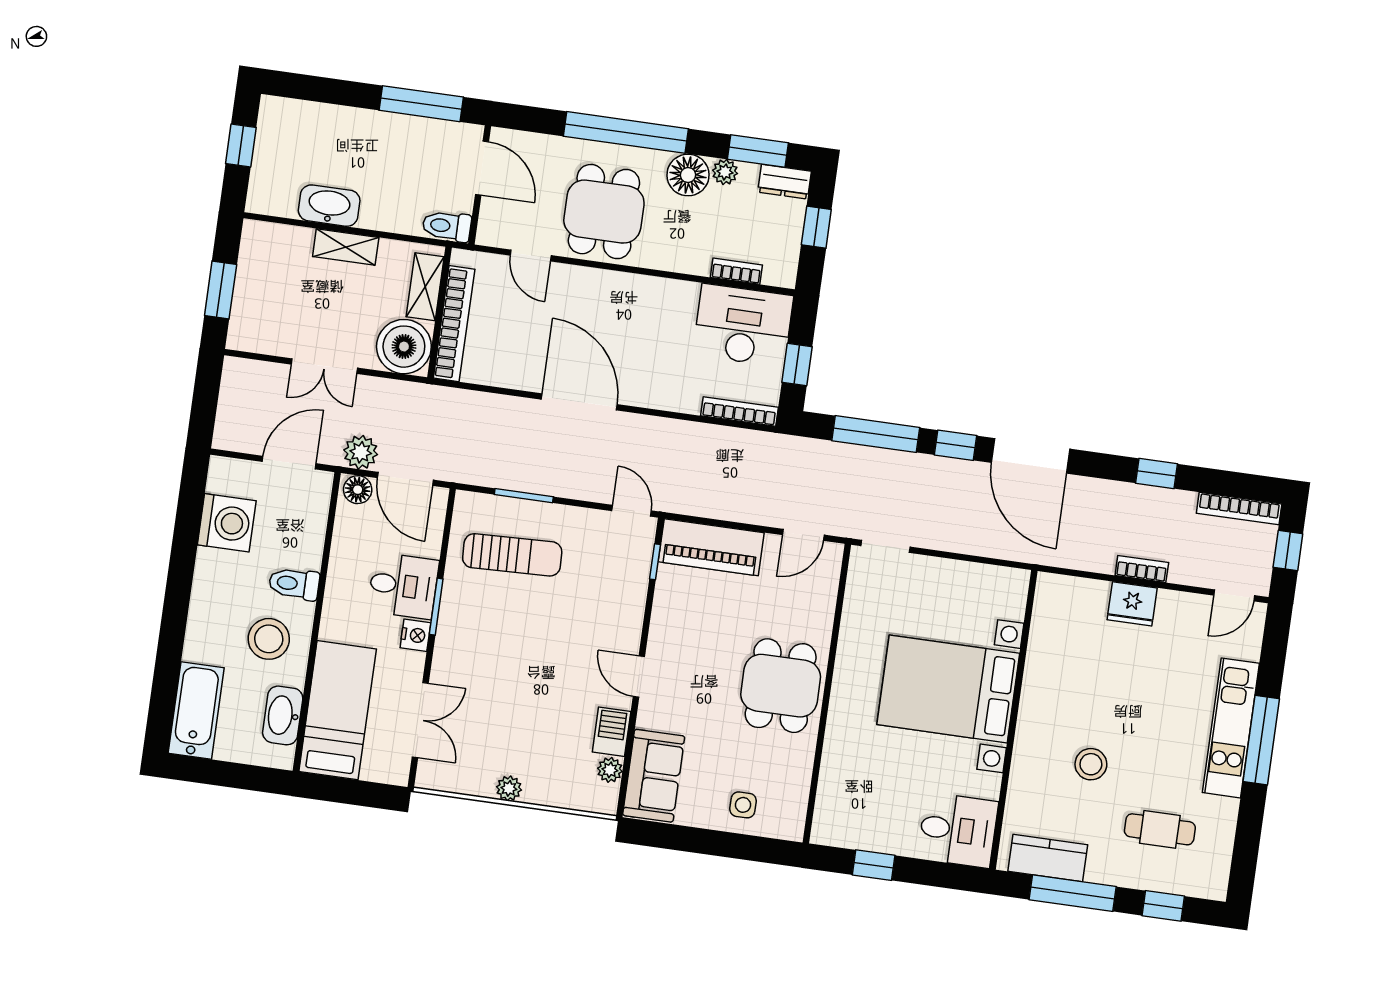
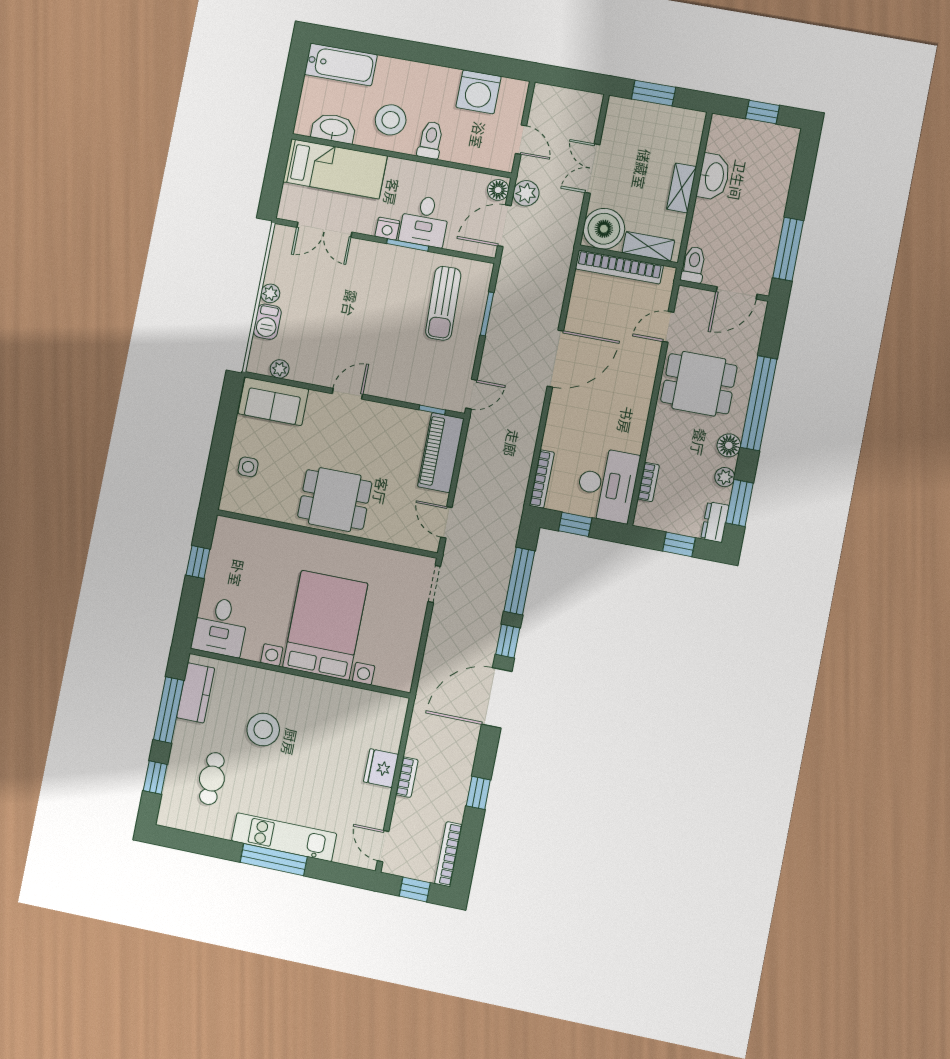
floor lamp: (688, 175) -> (729, 445), width x0.73, depth x0.73
door: (289, 463) -> (521, 140), width x0.73
barbecue: (612, 732) -> (267, 322), moved, turned 90
stool: (1091, 764) -> (263, 730), width x1.38, depth x1.38

